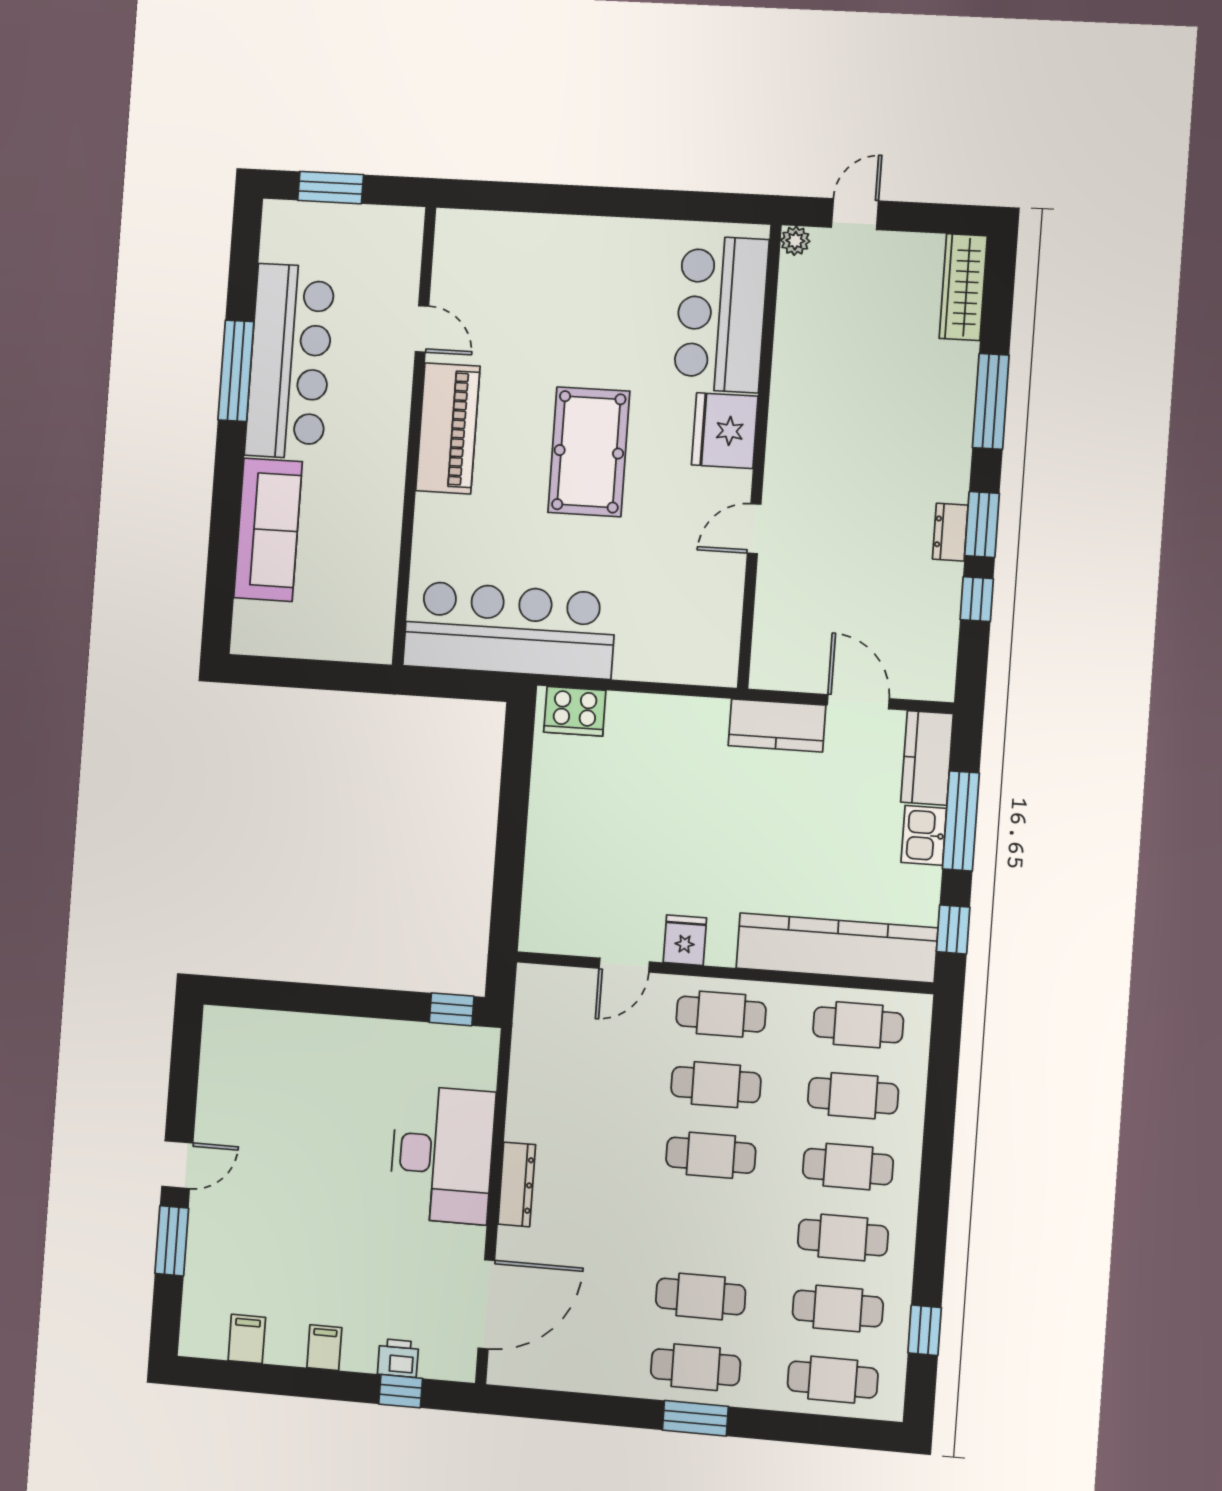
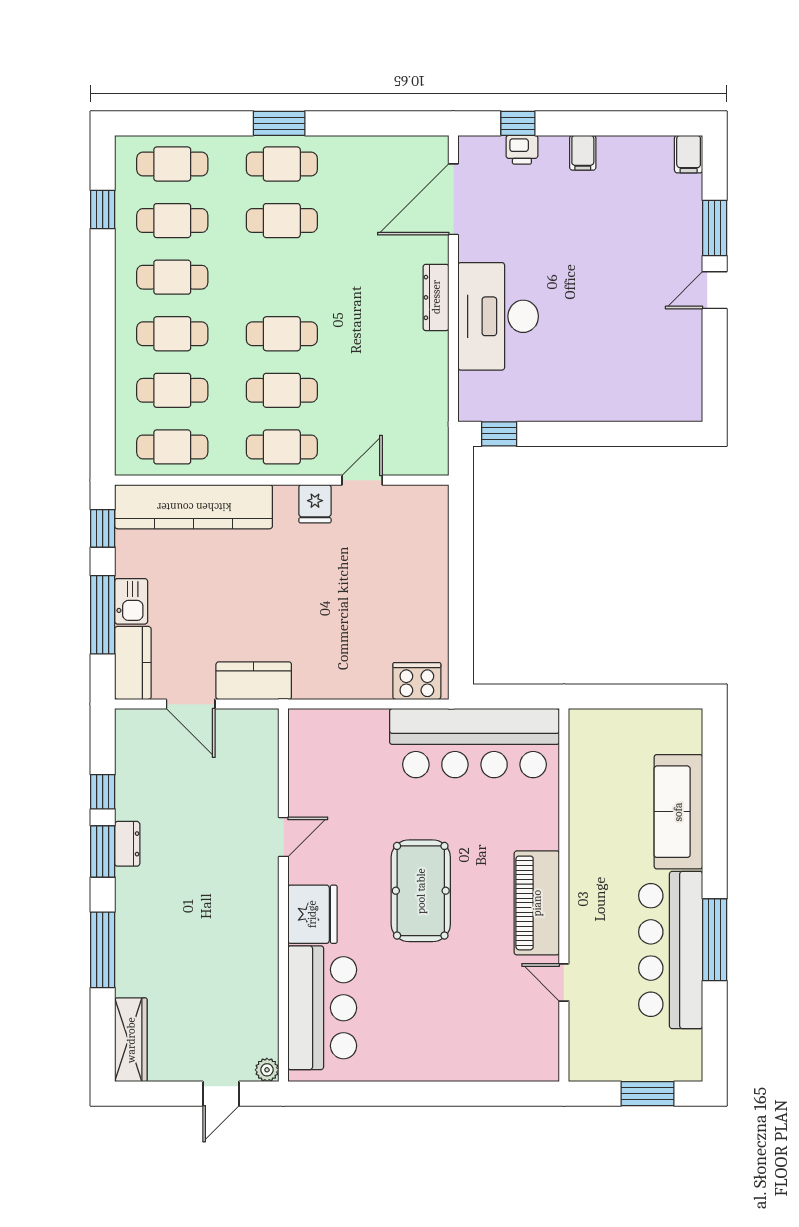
filing cabinet: (247, 1339) -> (689, 154), moved

